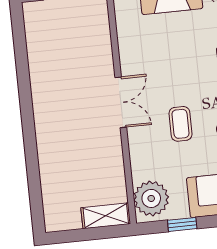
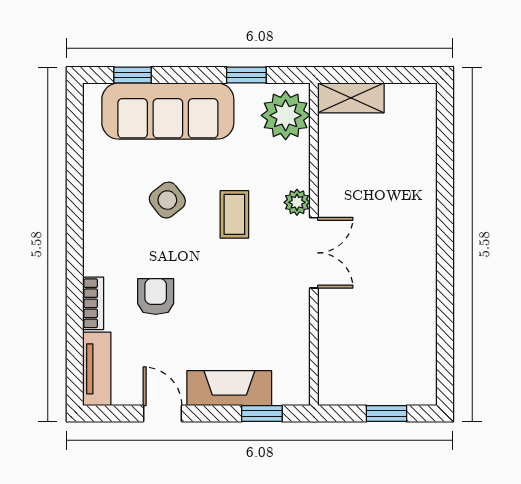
double door: (121, 102) -> (314, 253), swing flipped
plant: (137, 137) -> (297, 202), added

